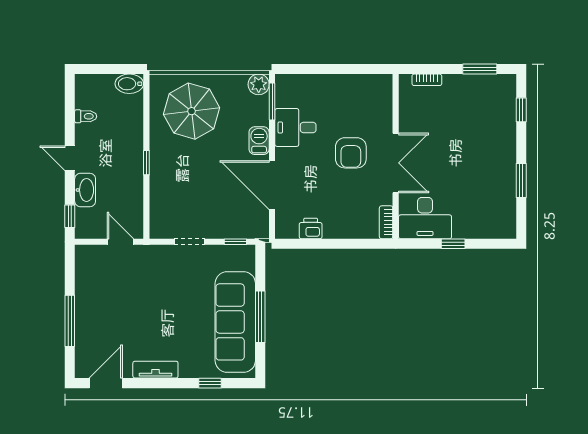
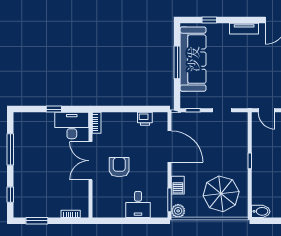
desk: (295, 127) -> (138, 204), moved, turned 90
barbecue: (259, 141) -> (178, 185), moved
window: (521, 180) -> (10, 149), width x1.44

